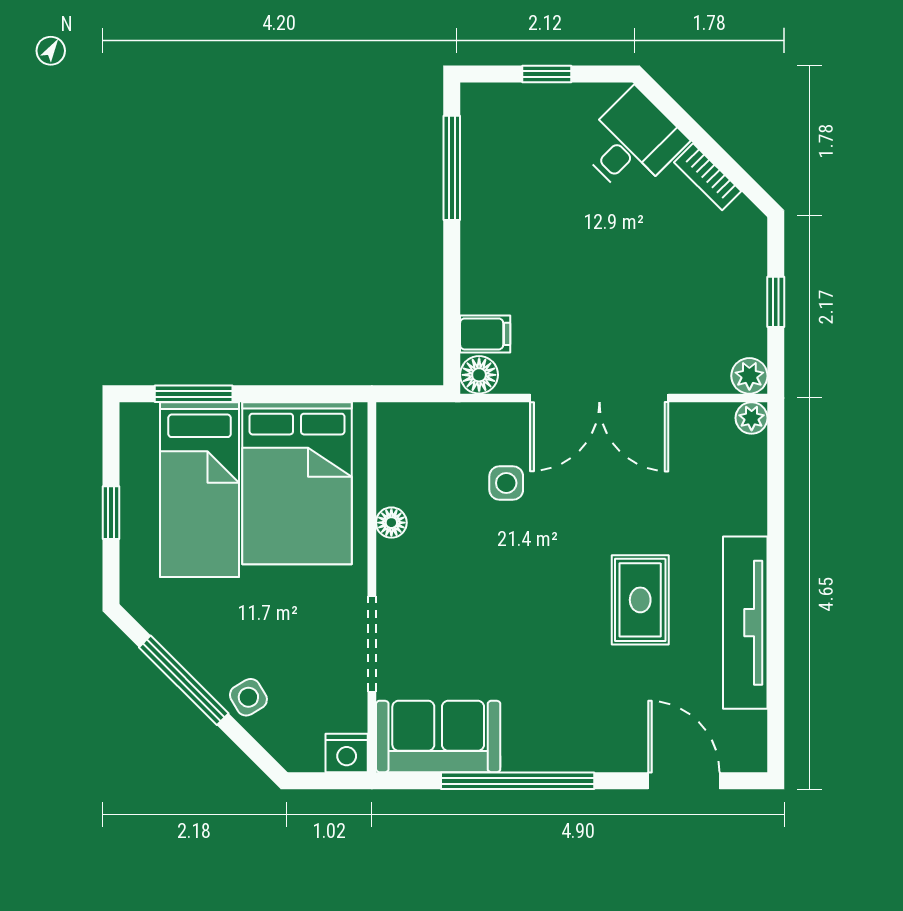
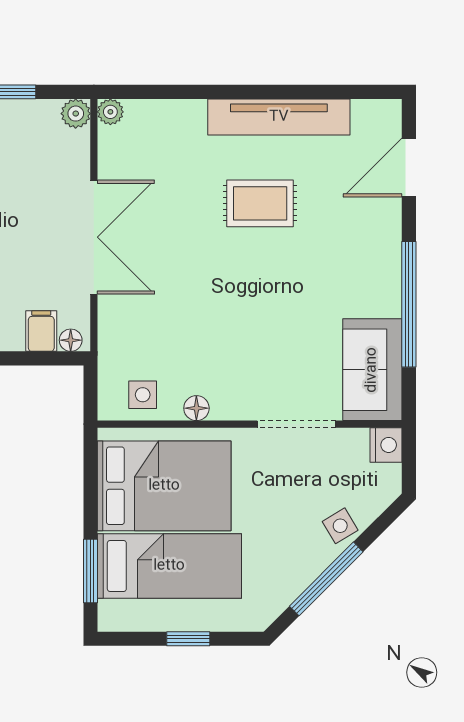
floor lamp: (479, 375) -> (71, 340), width x0.73, depth x0.73
side table: (506, 483) -> (143, 395), moved

